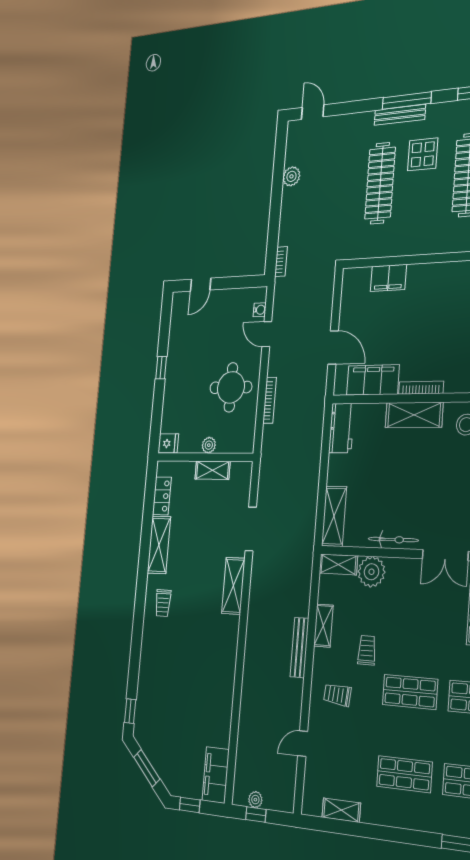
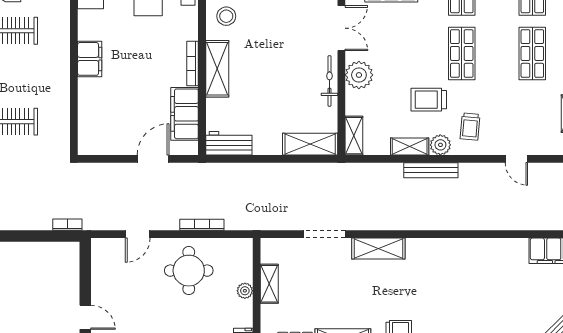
filing cabinet: (388, 278) -> (90, 59), moved
water cooler: (260, 310) -> (114, 245), removed
plant: (371, 572) -> (359, 75), moved
trolley: (367, 650) -> (429, 100), width x1.36, depth x1.39
plant: (322, 660) -> (440, 145), added

